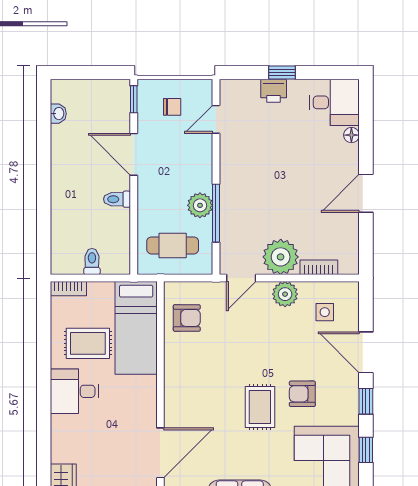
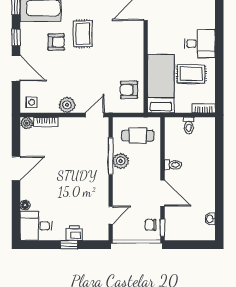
chair: (172, 107) -> (150, 225), moved
plant: (281, 257) -> (27, 123), moved, width x0.53, depth x0.53
side table: (325, 312) -> (32, 102), moved

